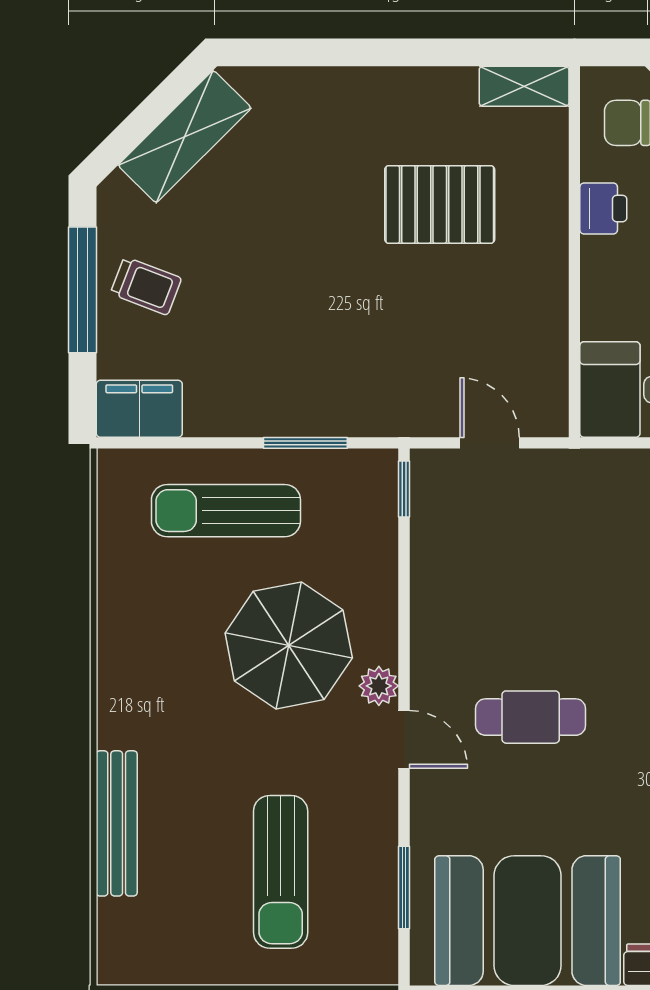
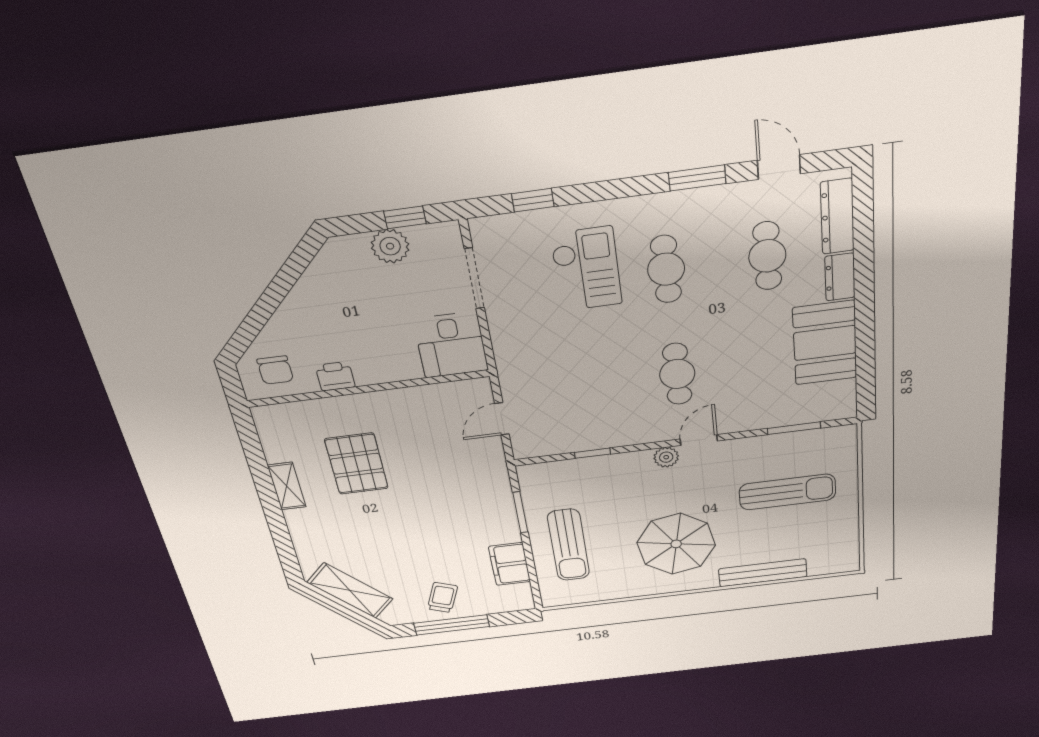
shelving: (524, 86) -> (287, 486), moved
filing cabinet: (139, 409) -> (510, 564), moved
window: (404, 489) -> (593, 453), moved
parasol: (289, 645) -> (676, 544), moved
booth: (528, 921) -> (825, 343), width x0.73, depth x0.70

